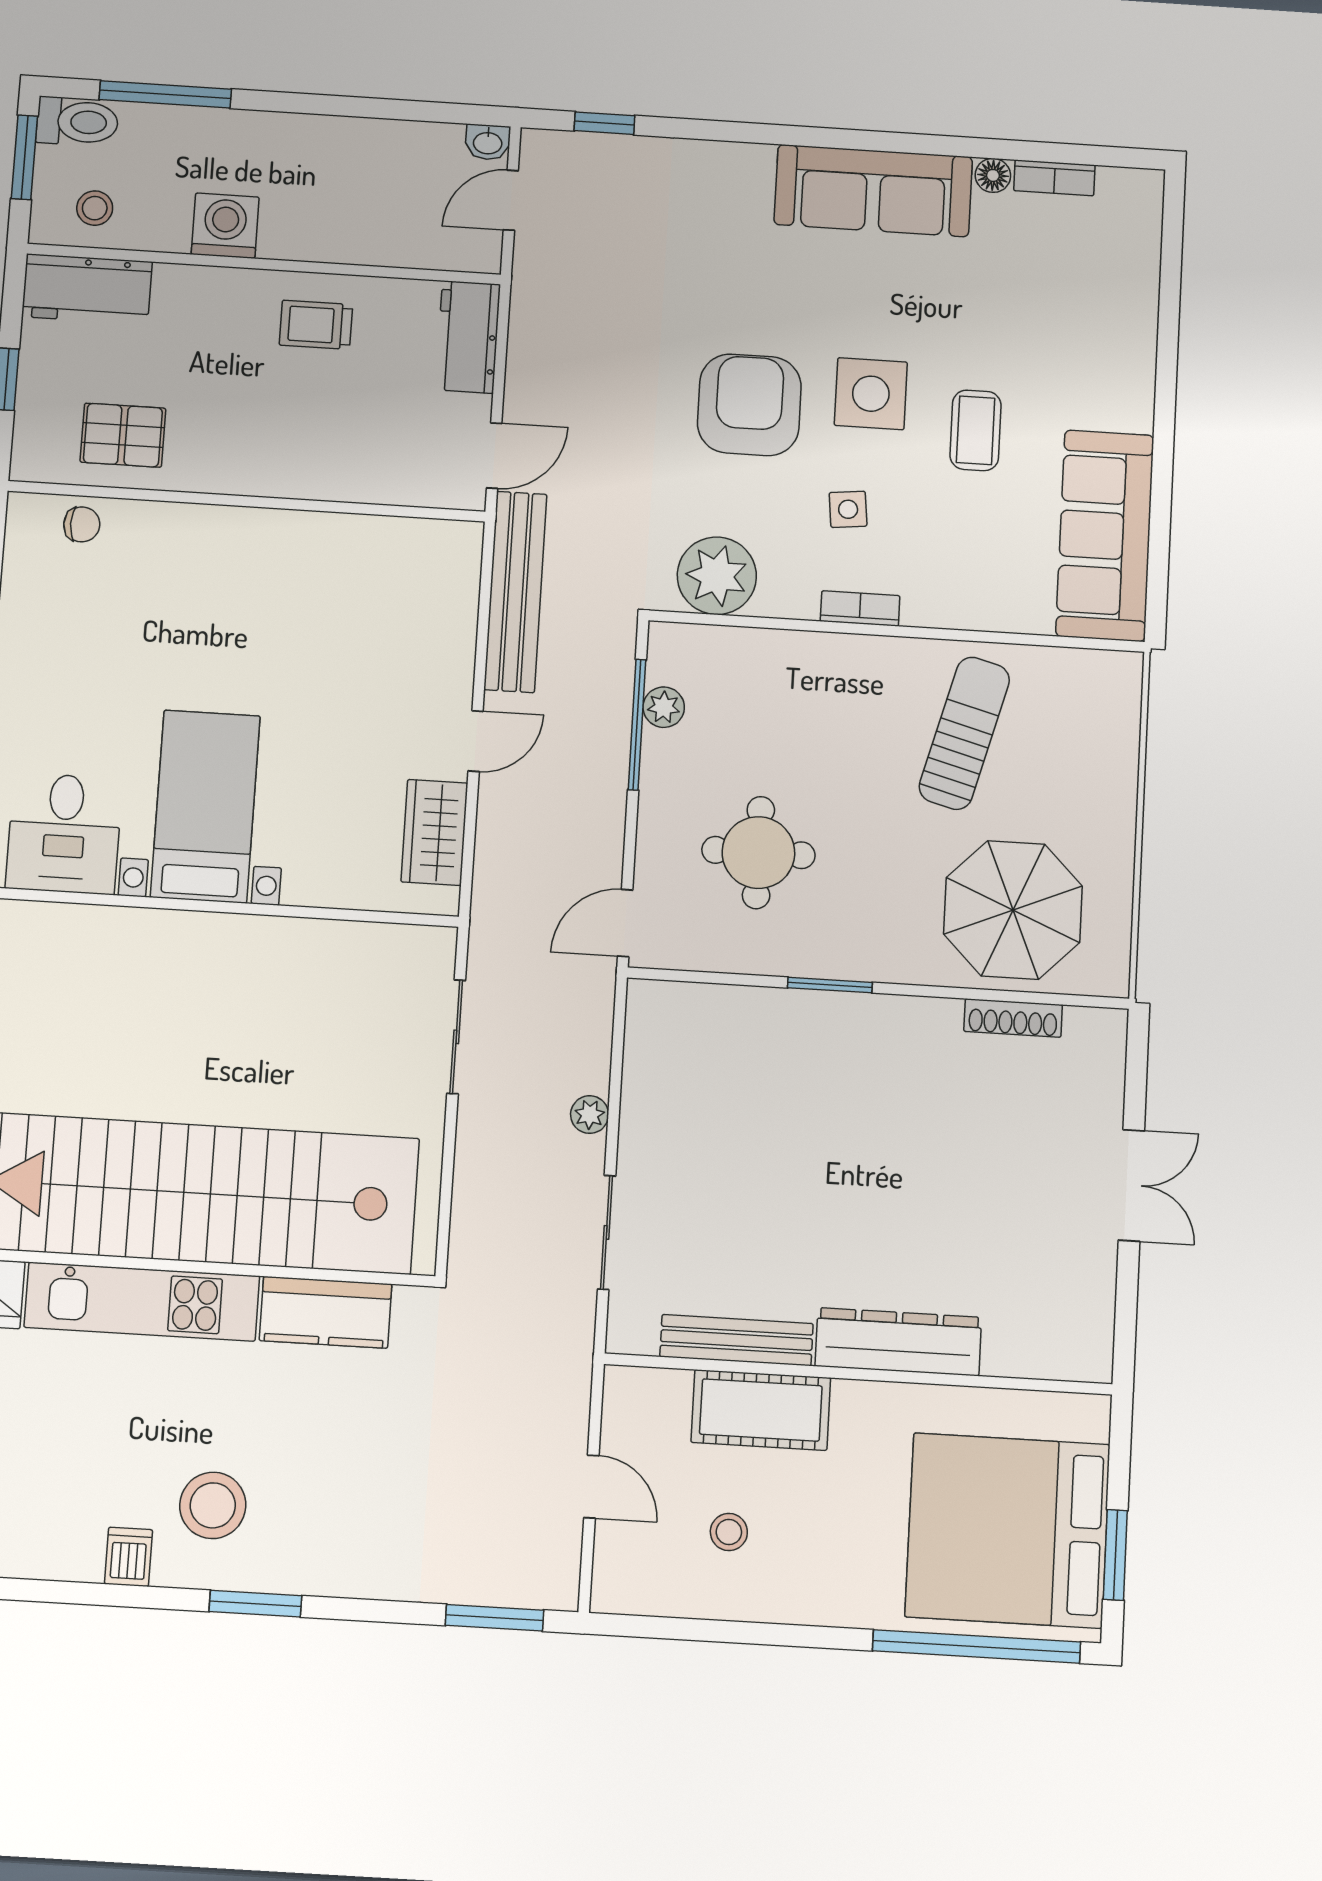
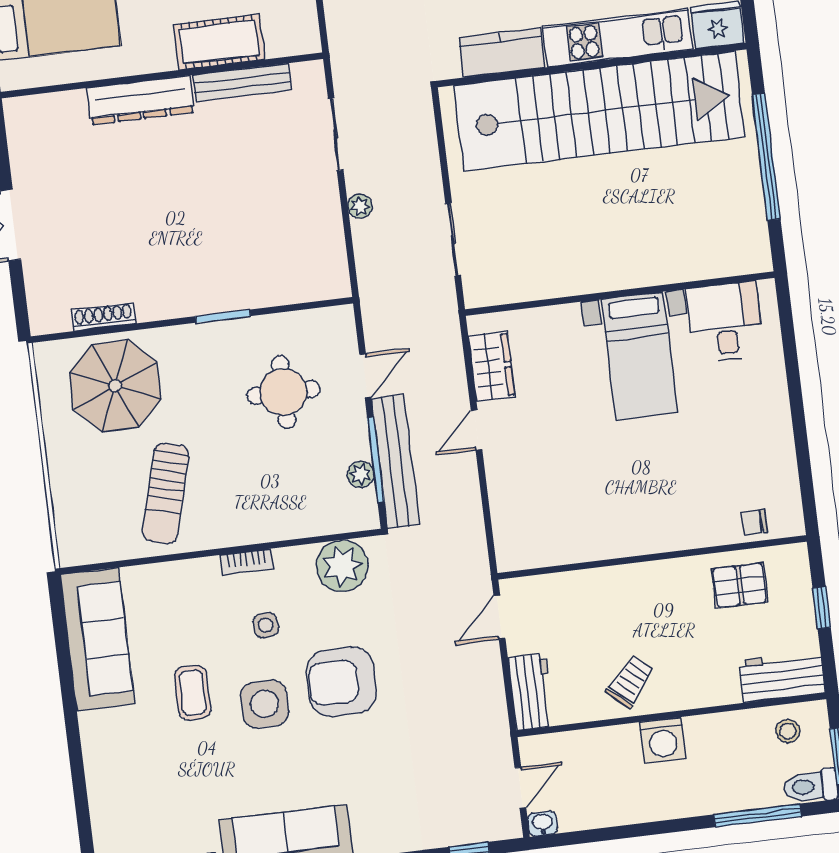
washing machine: (225, 226) -> (663, 740), moved
trolley: (316, 325) -> (630, 681), turned -49
armchair: (749, 405) -> (342, 682), turned 90
bench: (515, 592) -> (396, 461), moved
door: (625, 923) -> (365, 376), moved

